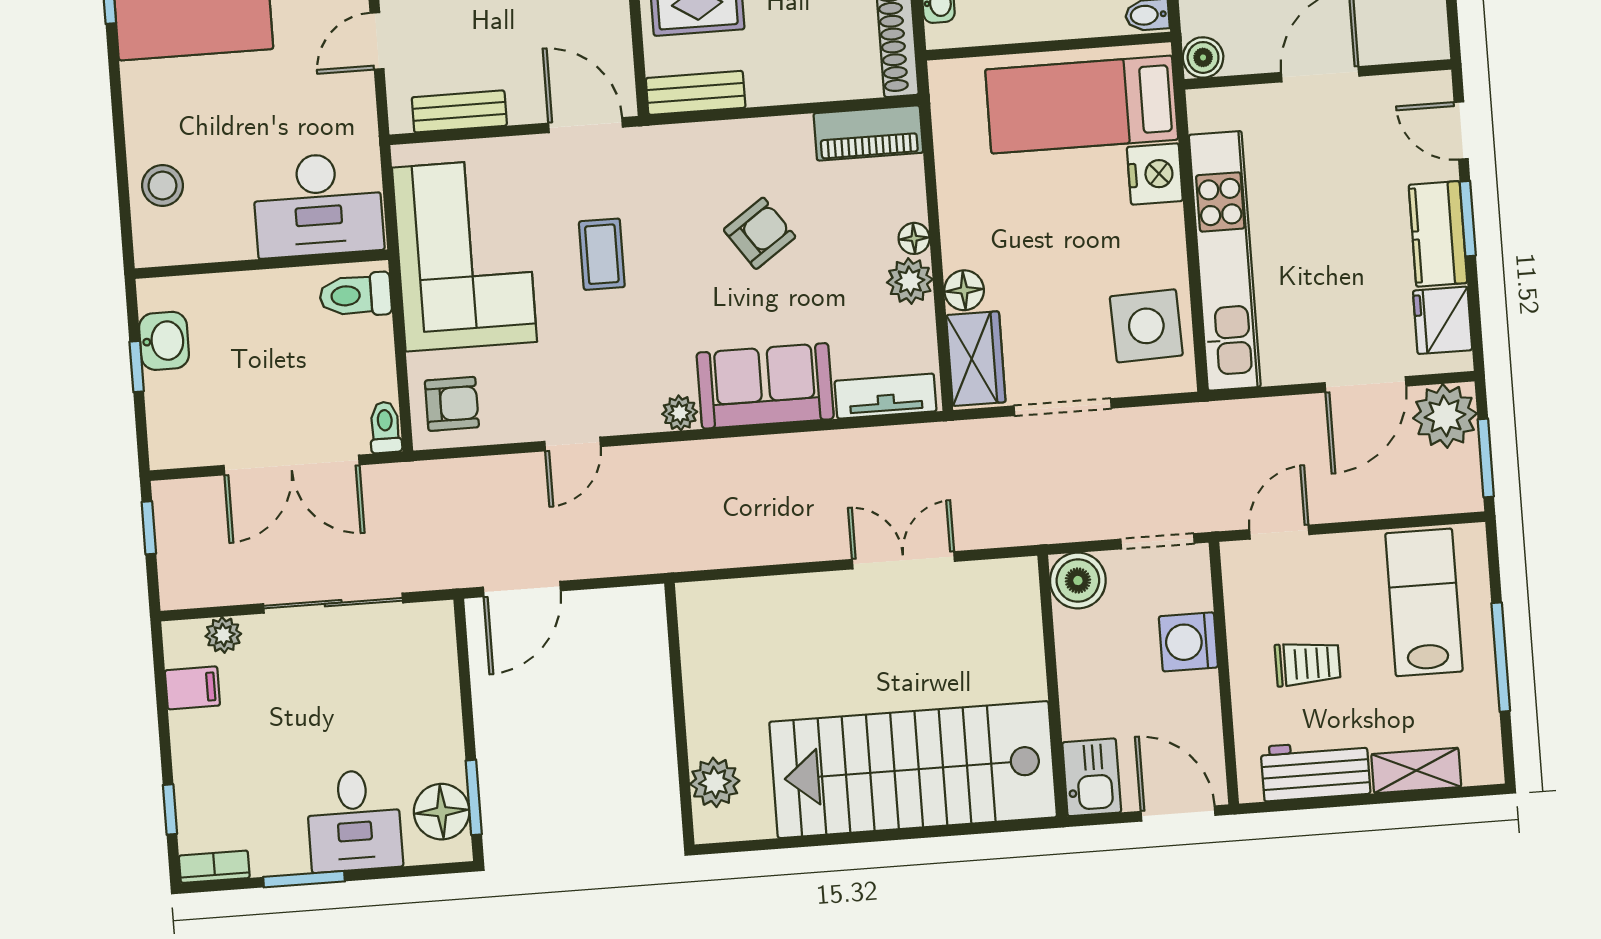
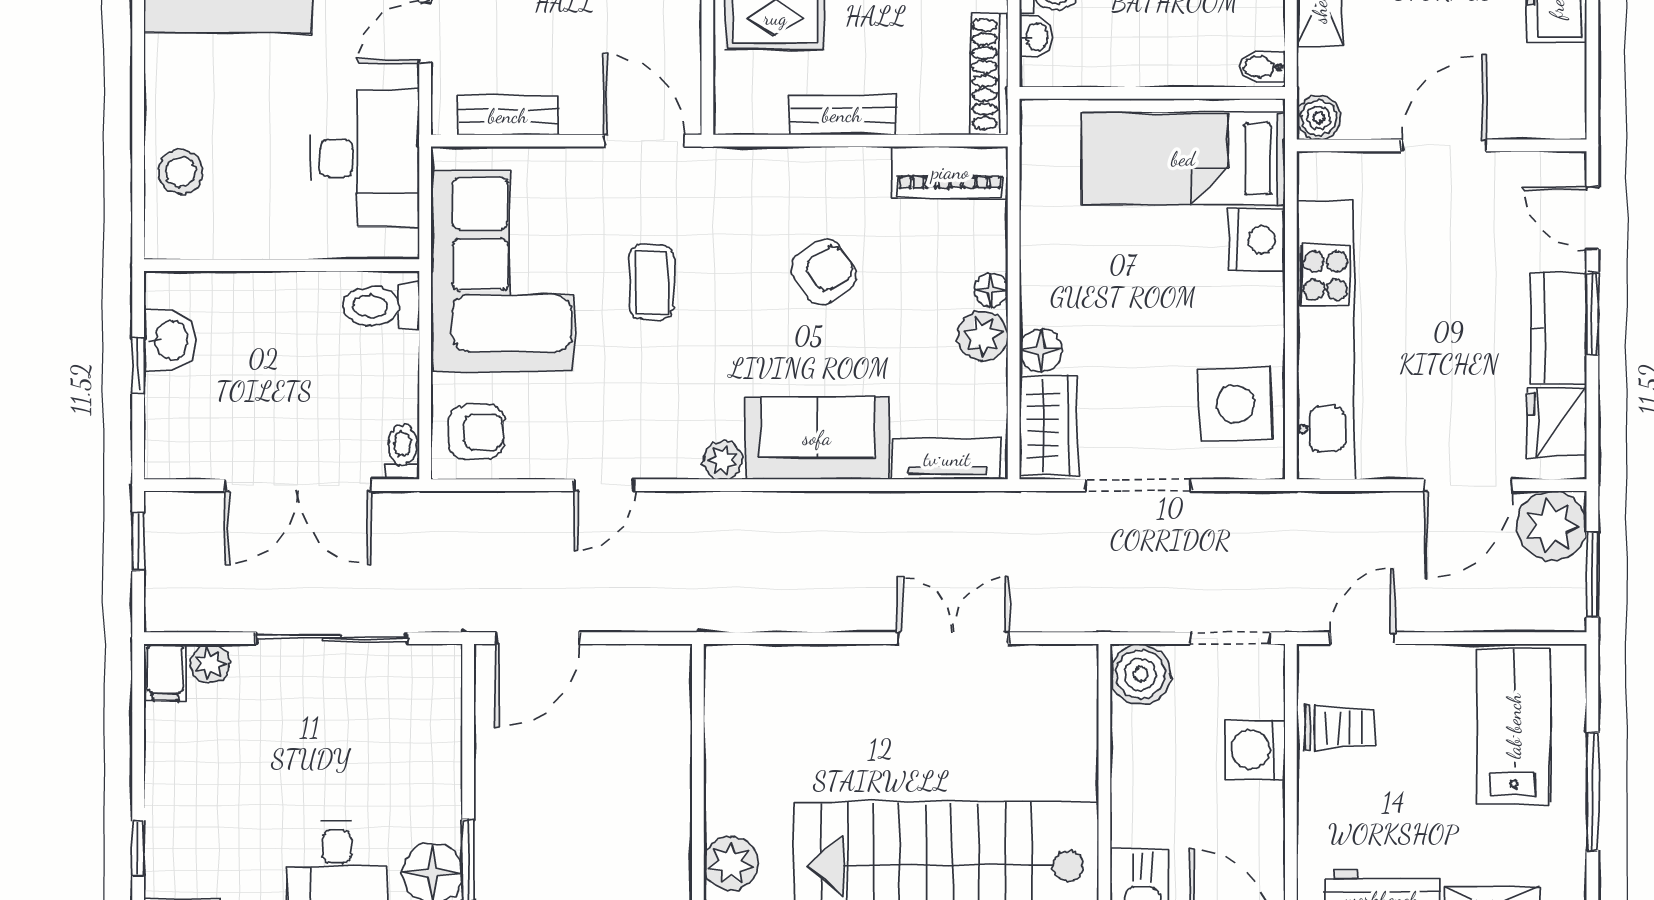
bench: (696, 93) -> (842, 115), moved
desk: (318, 205) -> (365, 159), moved, turned -90
trolley: (1308, 664) -> (1340, 727), moved
filing cabinet: (192, 688) -> (165, 672), moved, turned 90

